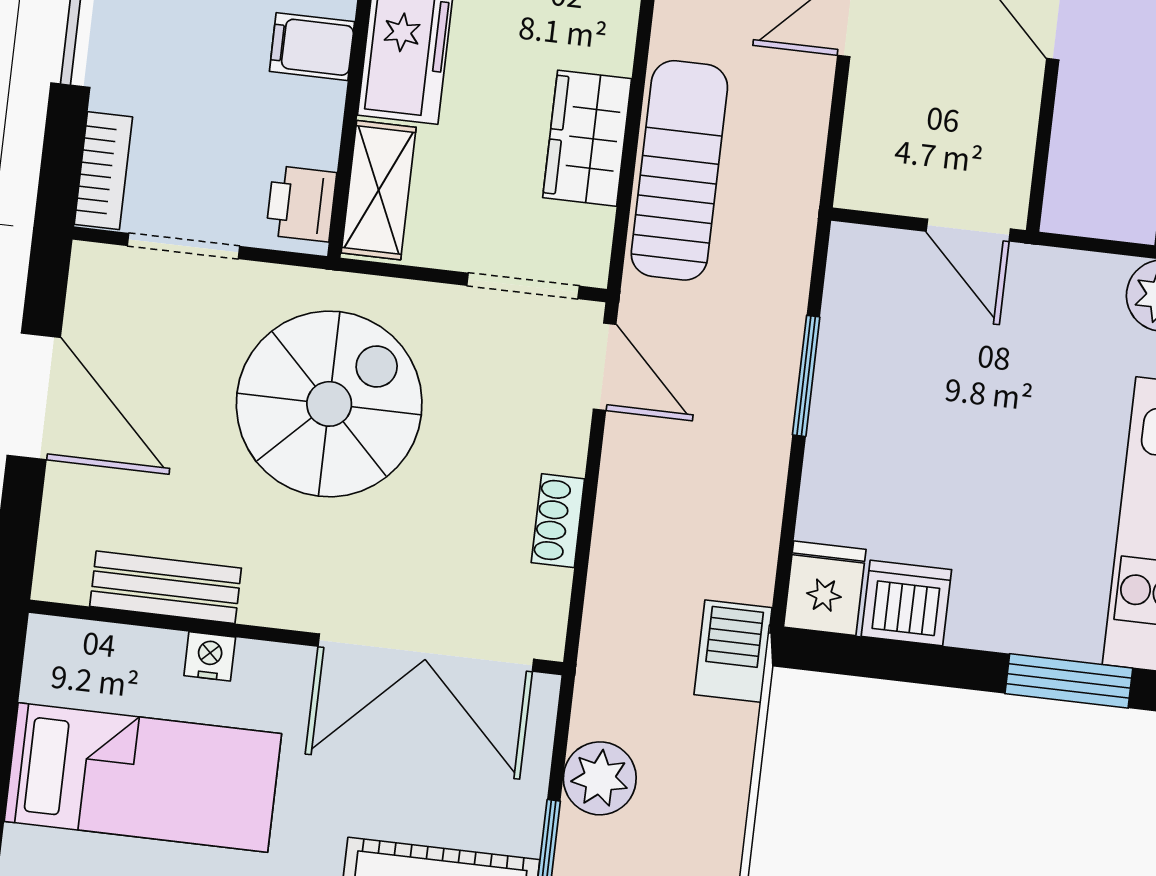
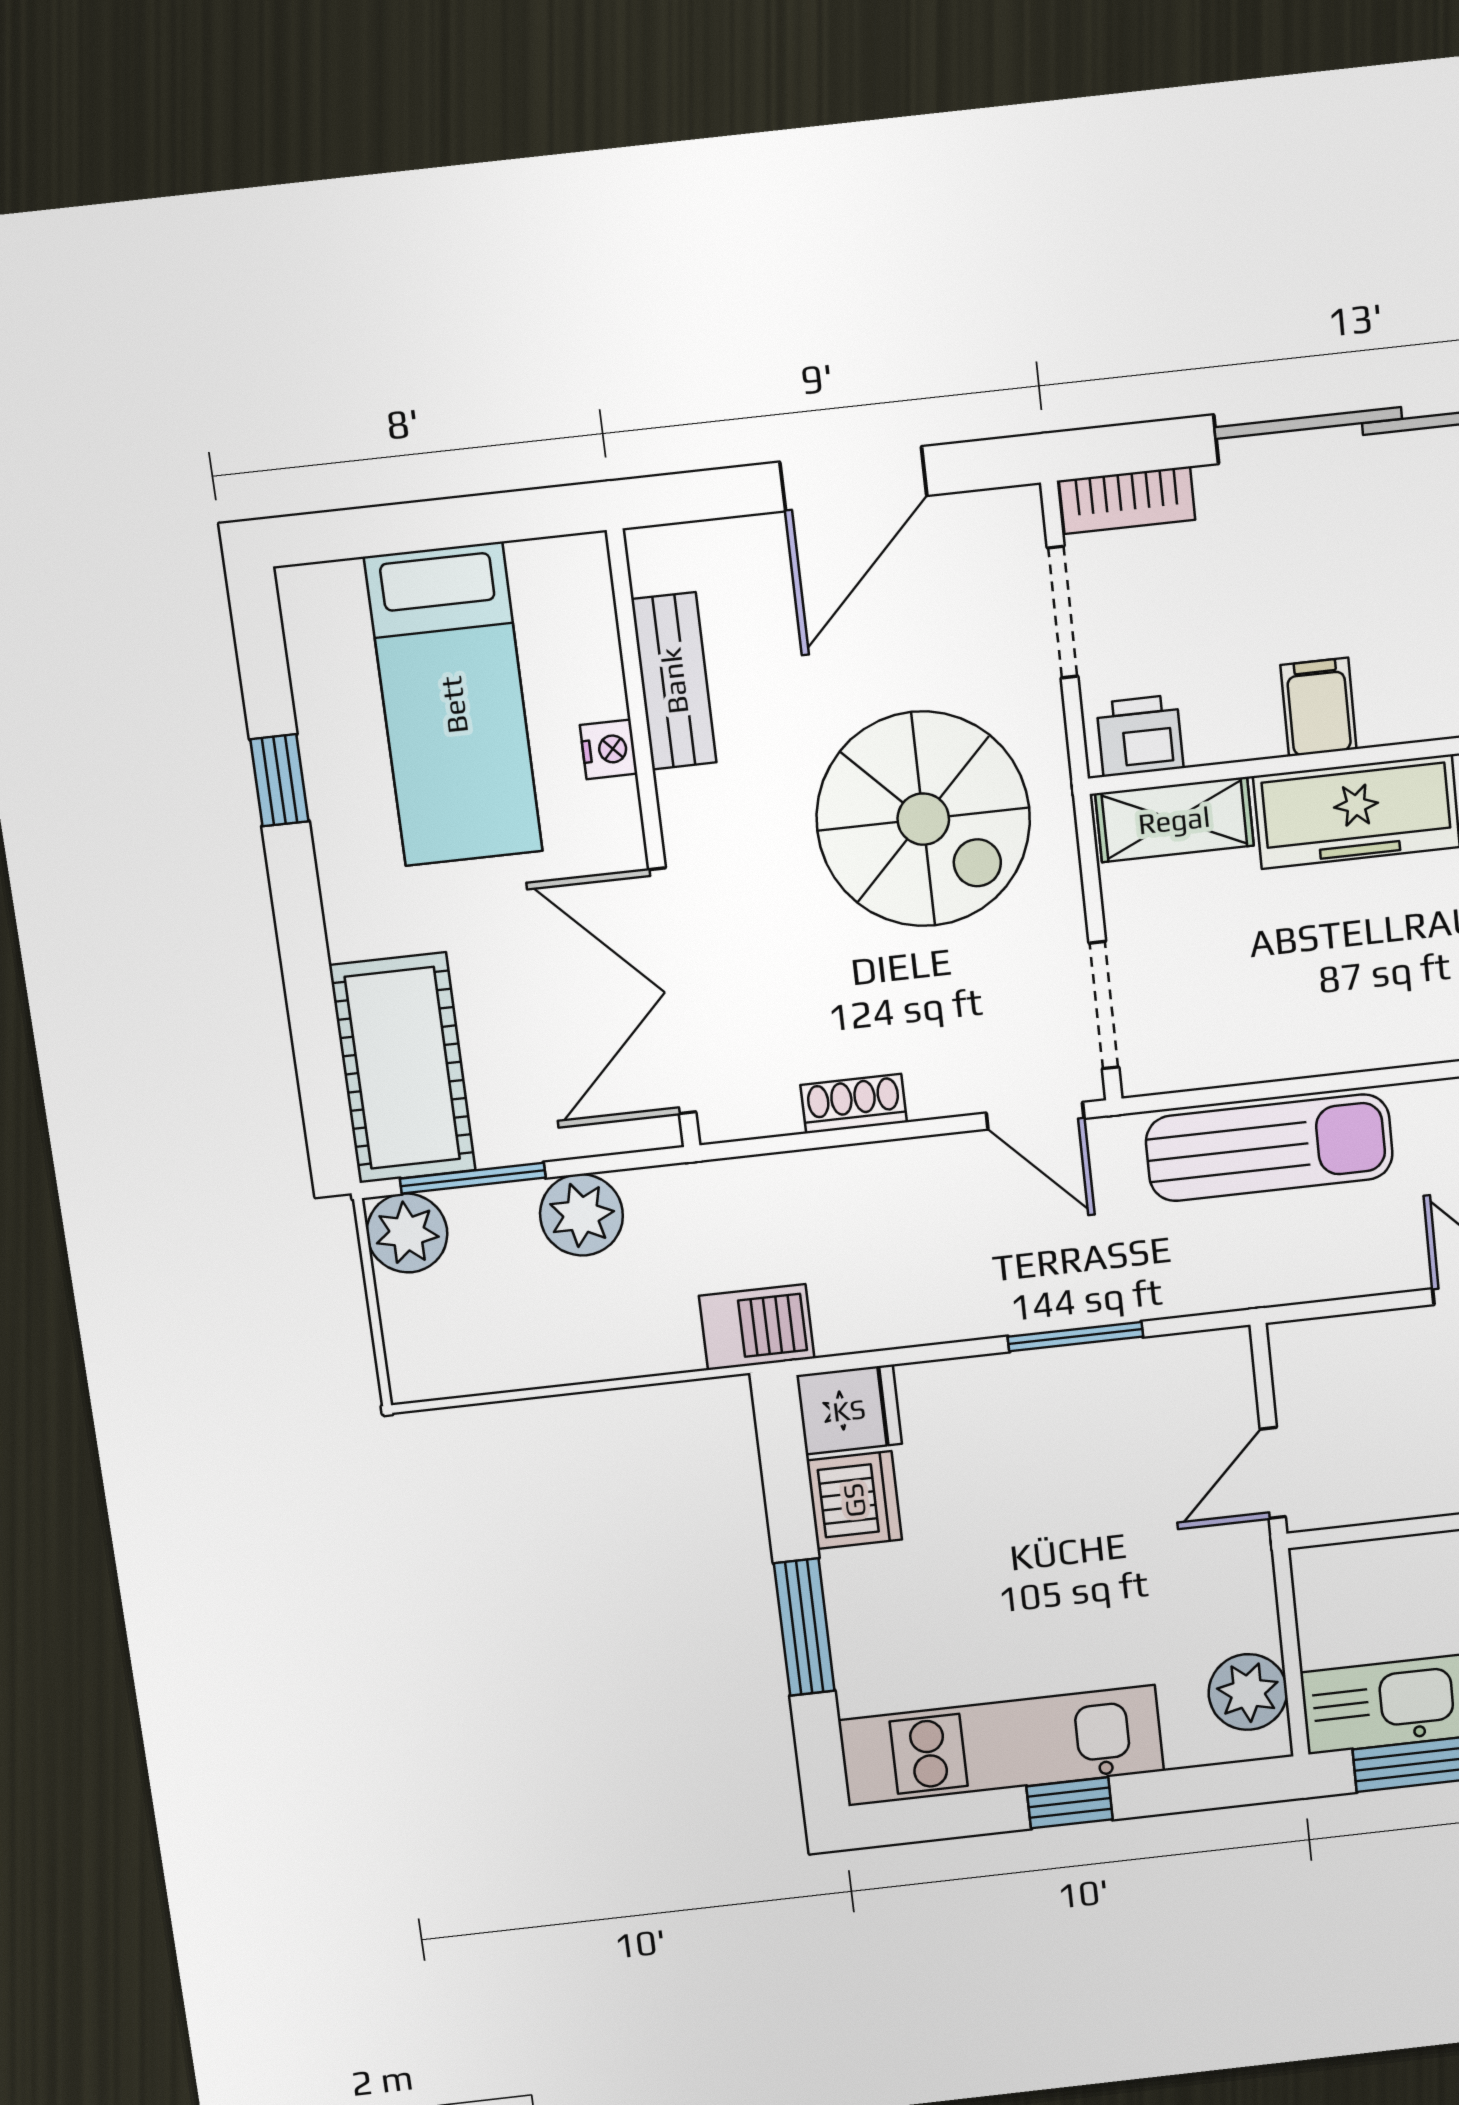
wardrobe: (587, 138) -> (1283, 1038), removed
door: (605, 367) -> (1035, 1116), hinge flipped
window: (1069, 681) -> (804, 1627), moved

